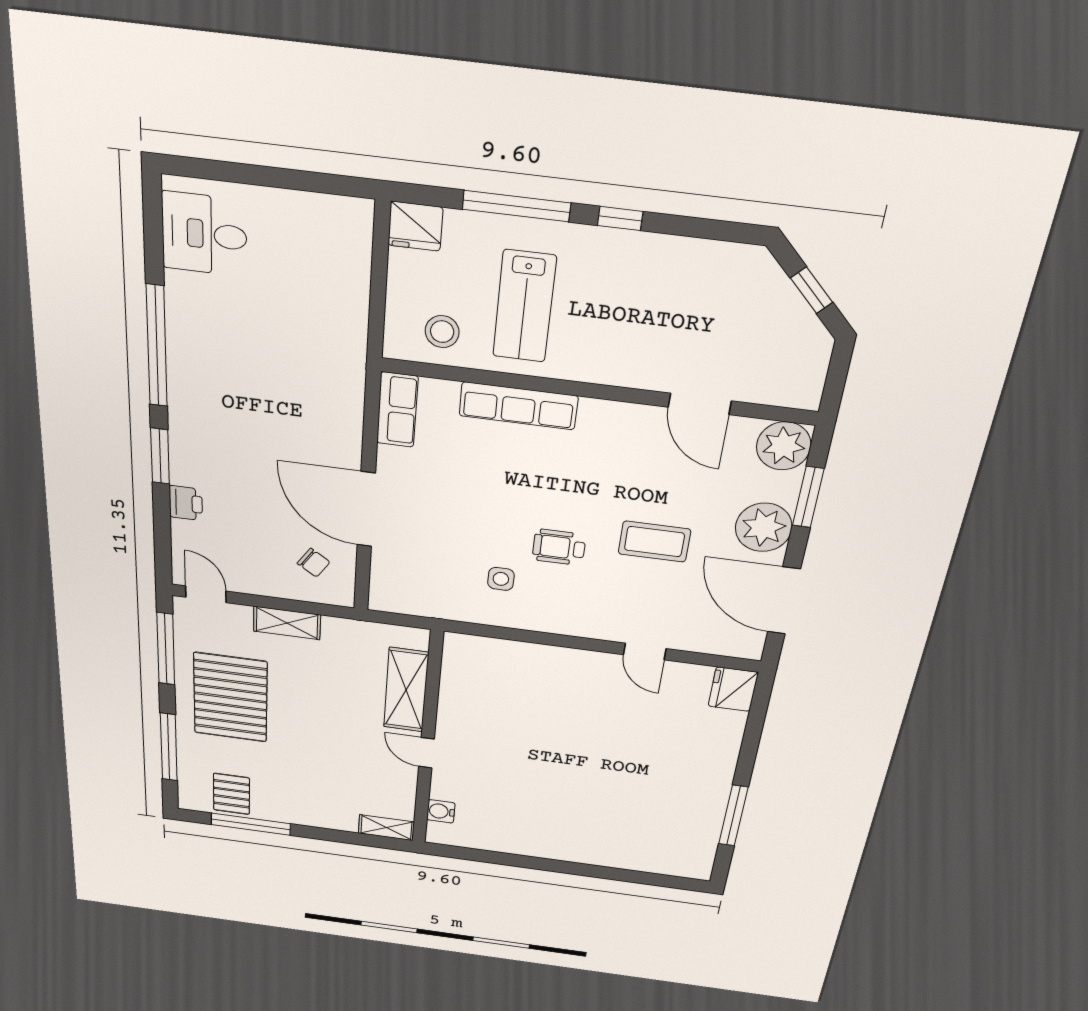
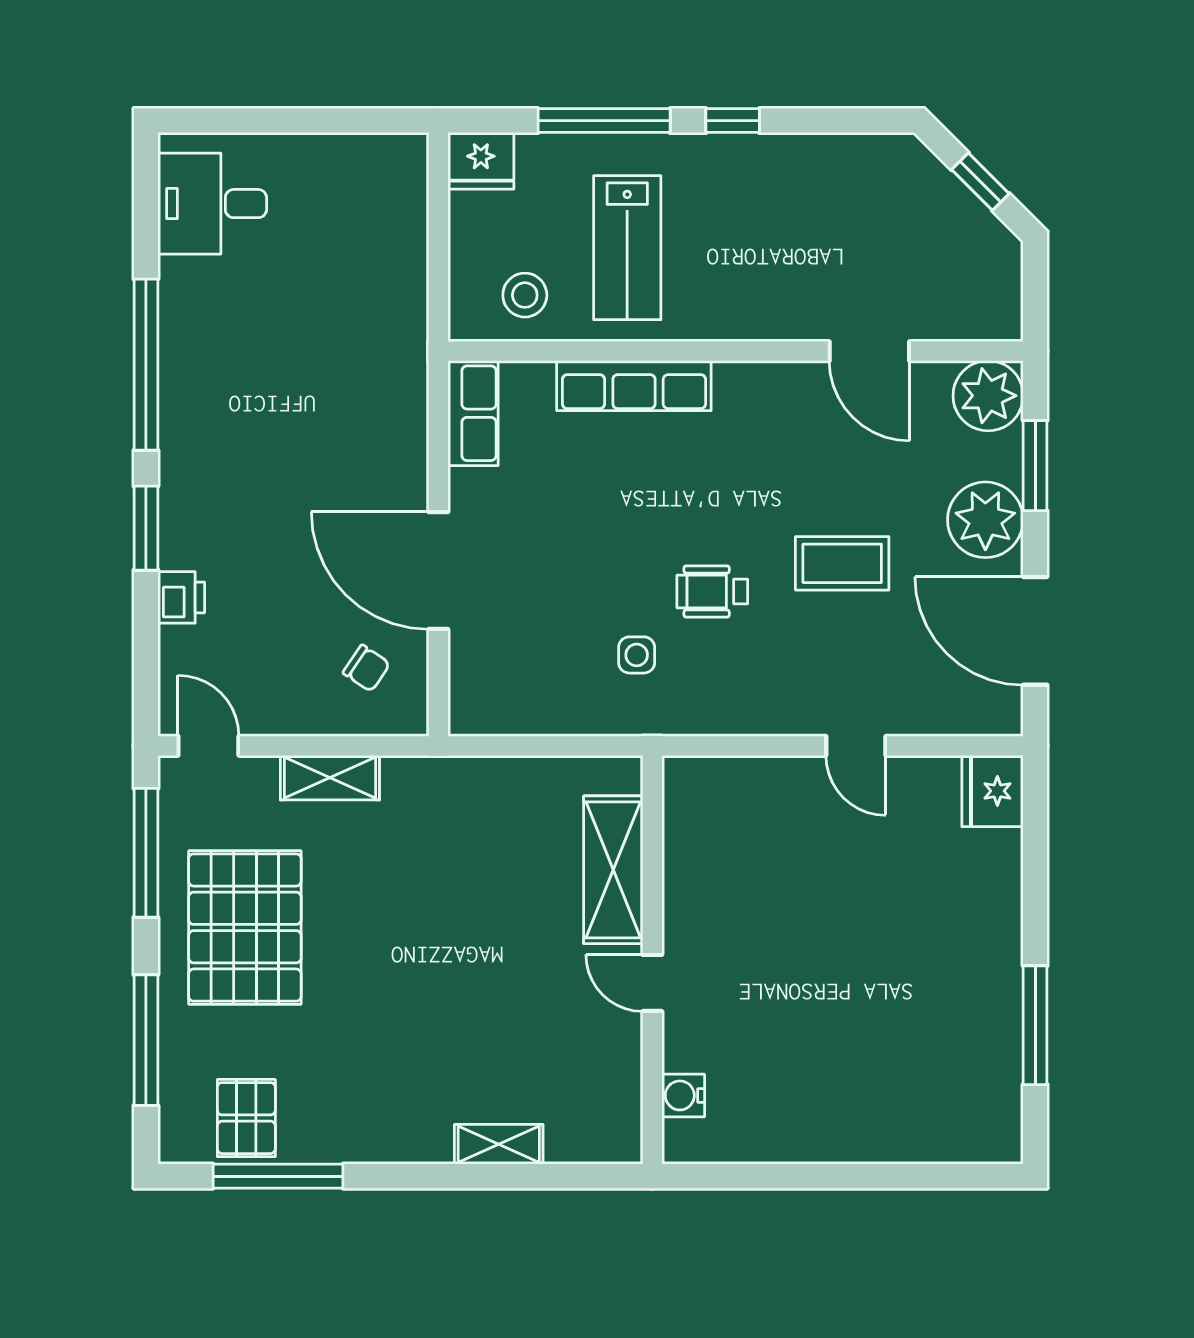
shelving: (406, 690) -> (613, 870), moved
wall: (428, 741) -> (652, 960), moved
door: (426, 753) -> (652, 983), moved
water cooler: (441, 811) -> (683, 1095), moved

